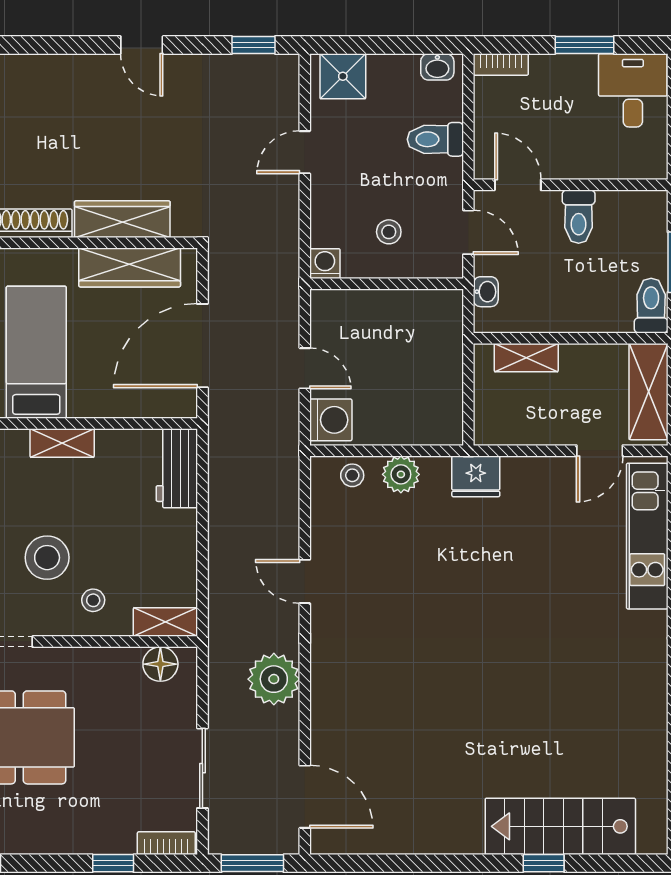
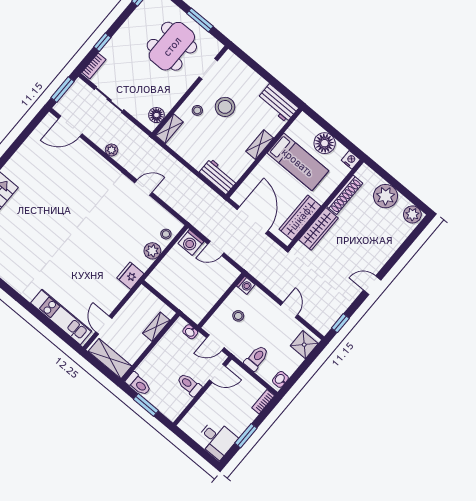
plant: (274, 679) -> (112, 150), width x0.53, depth x0.53

